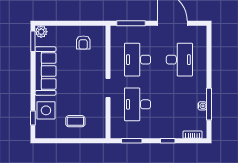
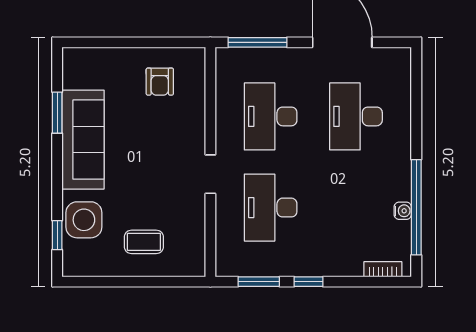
plant: (41, 32) -> (74, 59), removed
window: (33, 41) -> (57, 113), moved
desk: (179, 60) -> (356, 116), turned 180
window: (209, 104) -> (416, 207), width x1.46
window: (168, 141) -> (308, 282), moved

